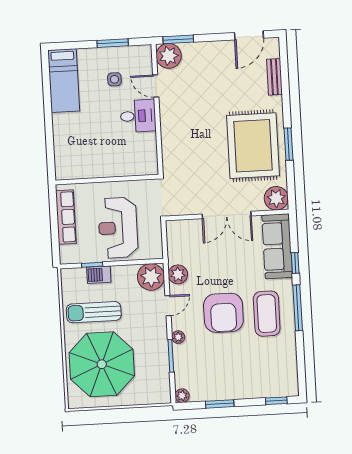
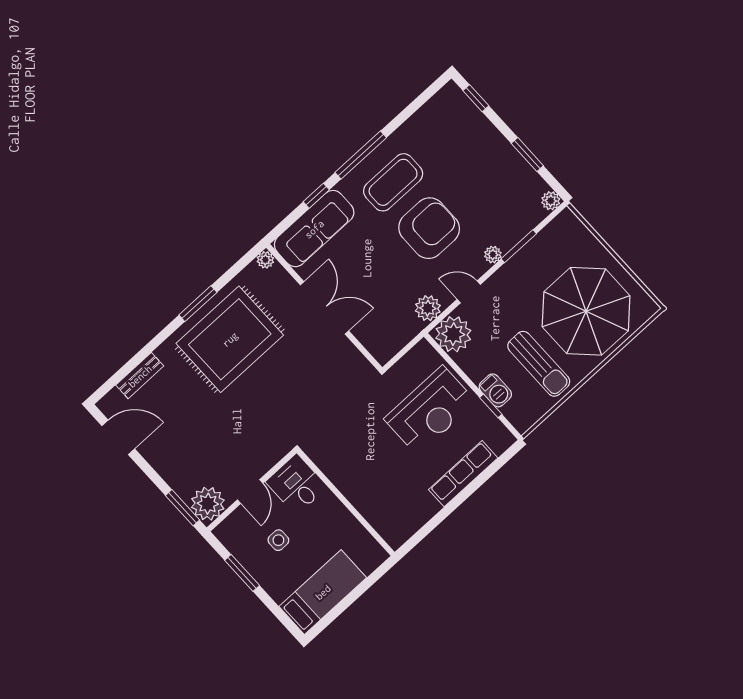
wall: (107, 180) -> (346, 502), moved
plant: (276, 198) -> (265, 260), width x0.53, depth x0.53

